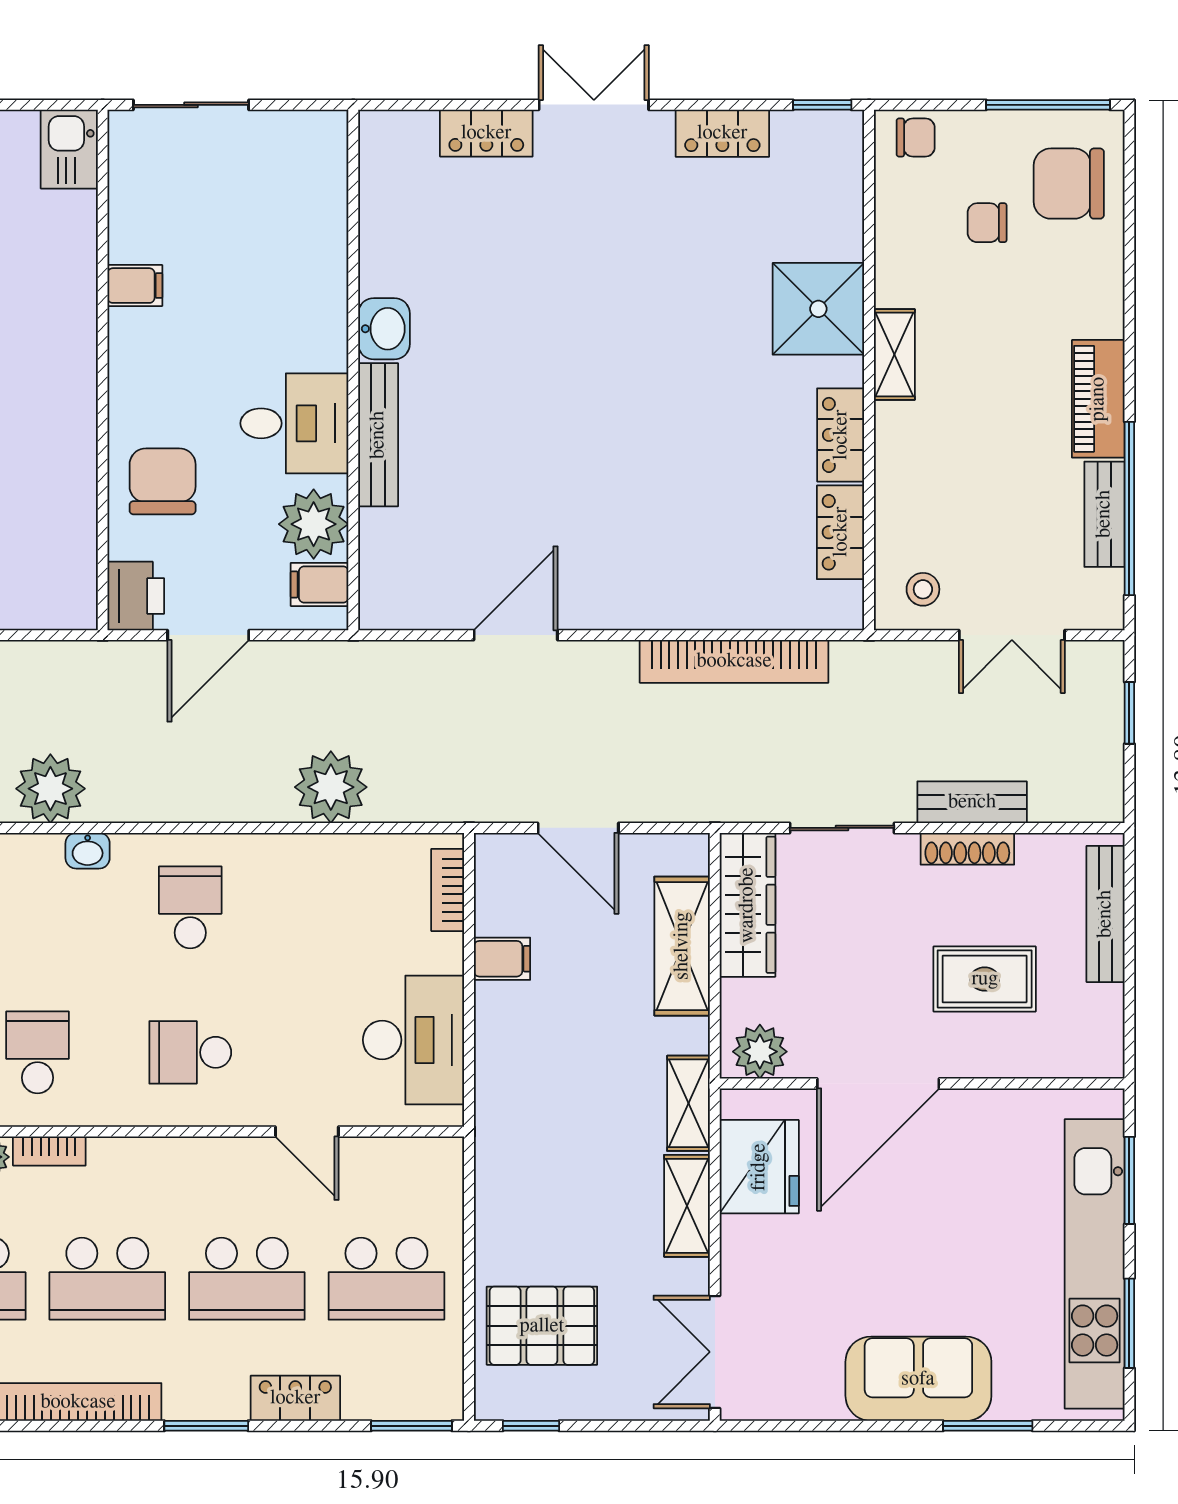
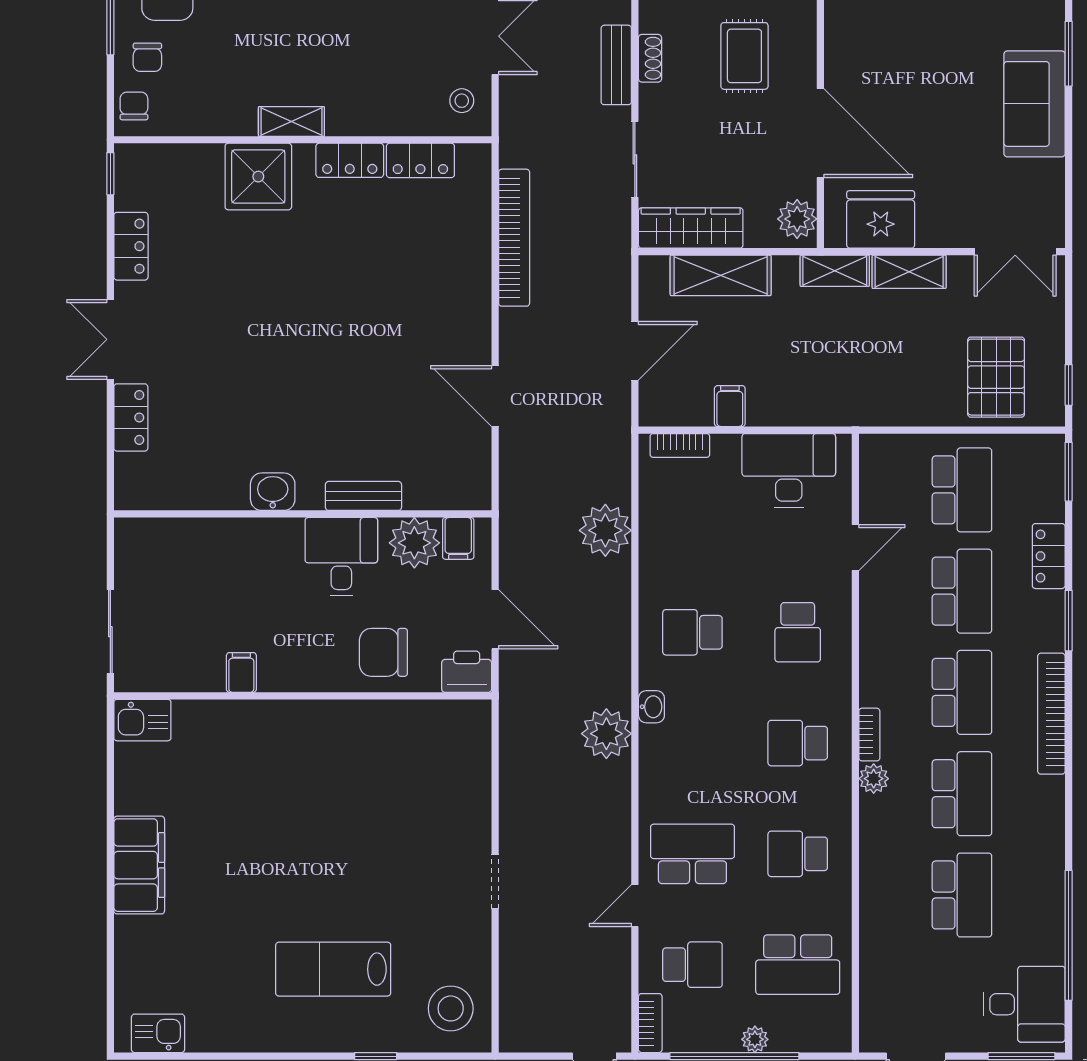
chair: (987, 223) -> (147, 57), moved
bench: (378, 435) -> (363, 496), width x0.73
shoe rack: (967, 849) -> (650, 58), width x0.70

